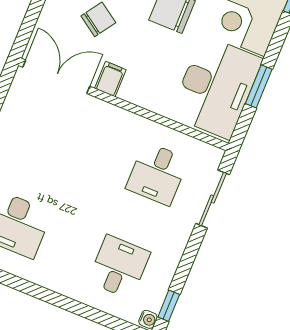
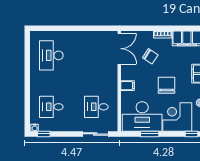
filing cabinet: (110, 79) -> (128, 86), moved
desk: (119, 267) -> (51, 107), turned 180

